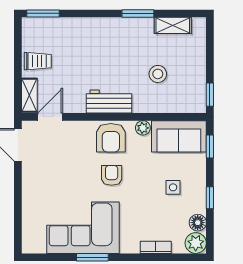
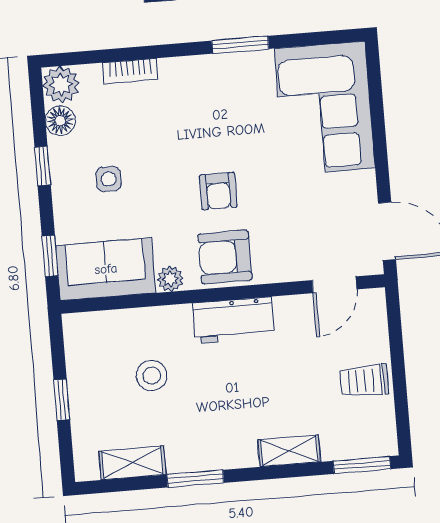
shelving: (29, 95) -> (289, 451), moved, turned 90
window: (210, 95) -> (62, 400), moved
armchair: (111, 138) -> (225, 257), turned -90
corner sofa: (83, 228) -> (325, 108), moved, turned 90

